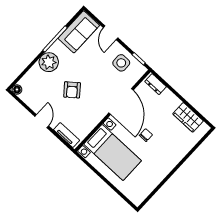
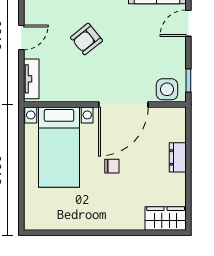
side table: (121, 63) -> (167, 89), moved
dresser: (156, 84) -> (178, 157), moved
wardrobe: (188, 117) -> (166, 219), moved, turned 90

